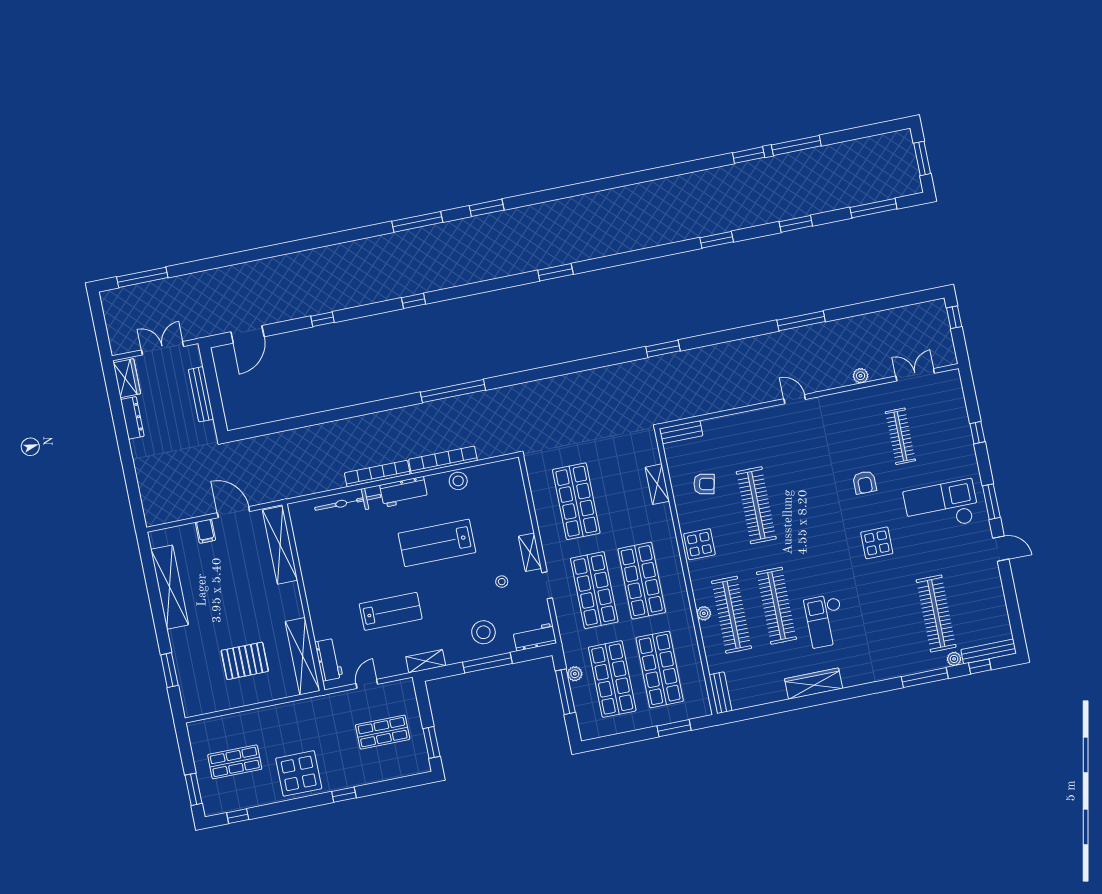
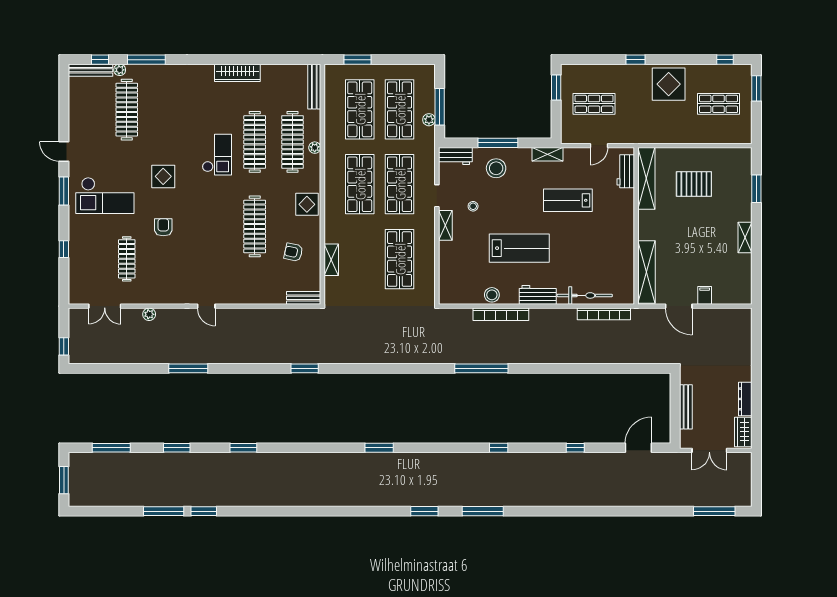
bookcase: (377, 474) -> (604, 314), moved
shelving: (170, 587) -> (745, 238), width x0.45, depth x0.75
checkout: (825, 621) -> (217, 155), moved
bench: (720, 693) -> (314, 87), width x1.36

